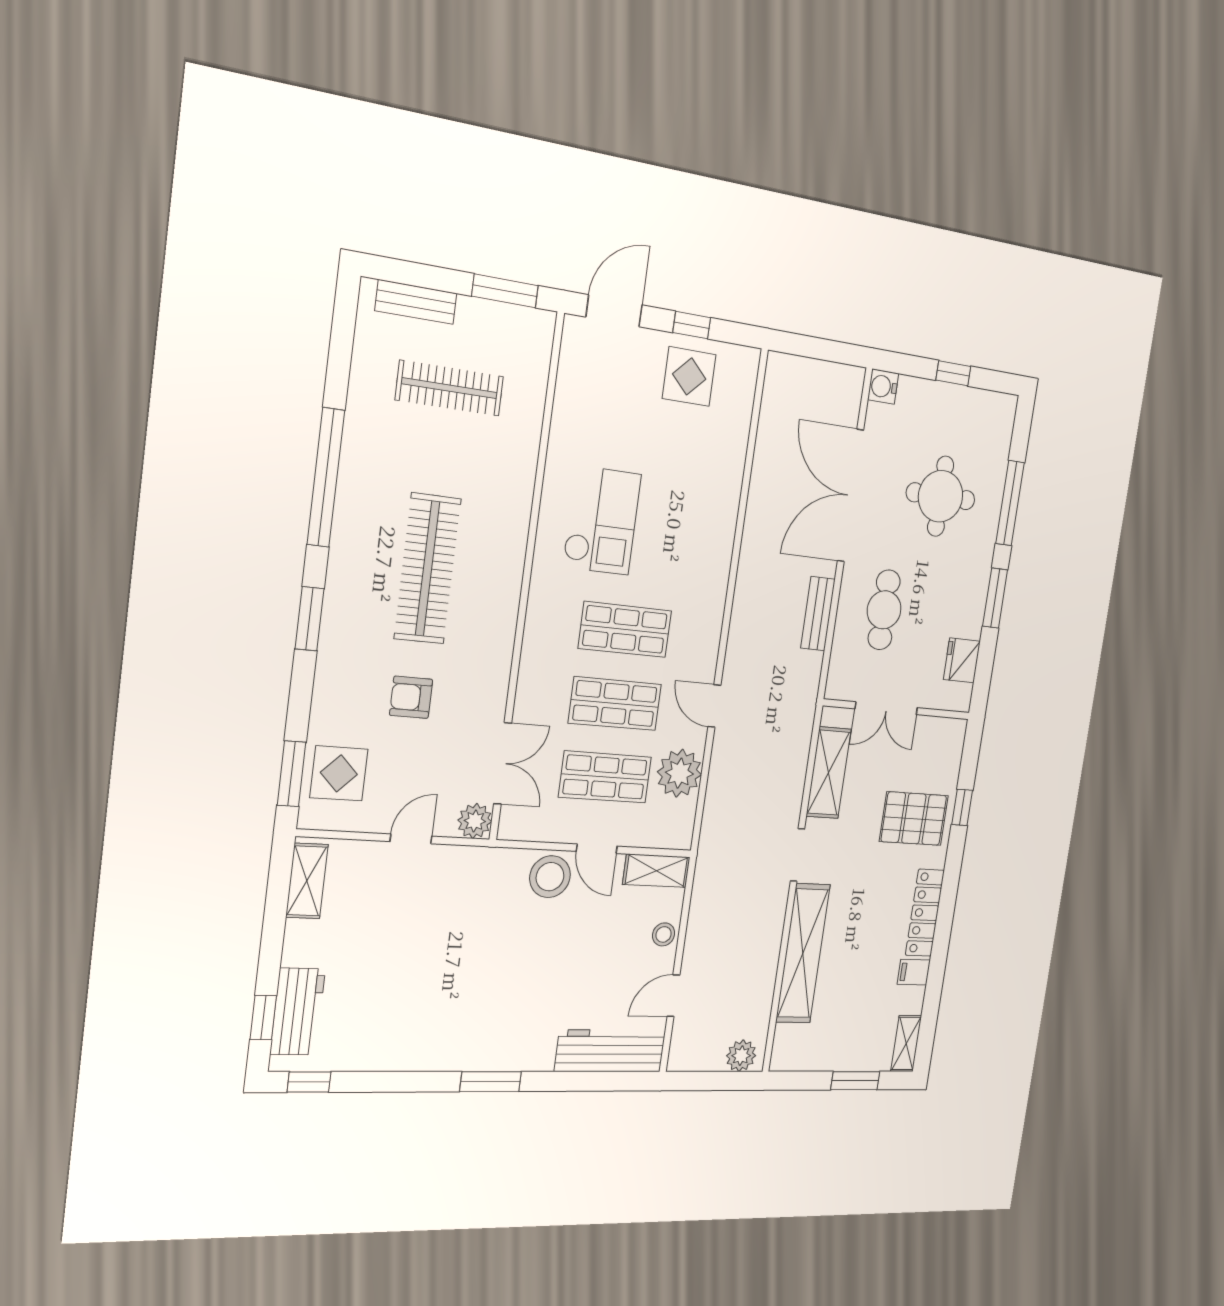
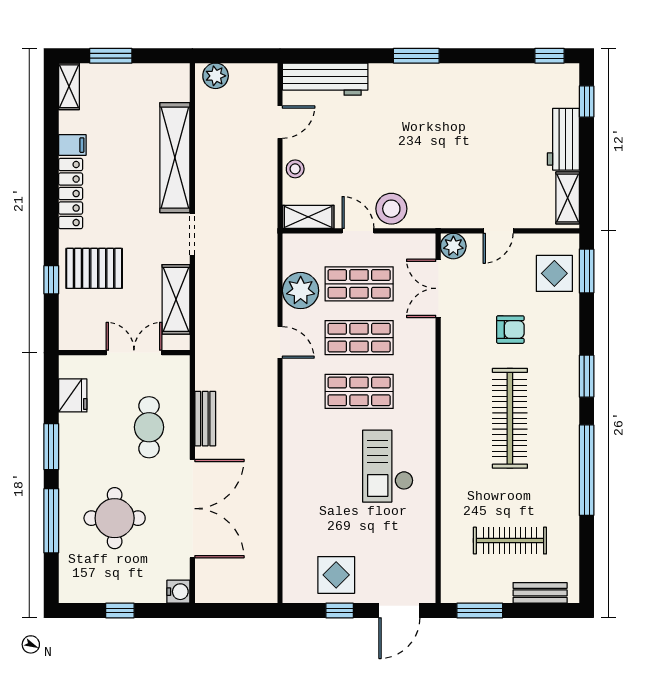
workbench: (298, 1012) -> (563, 139), moved

